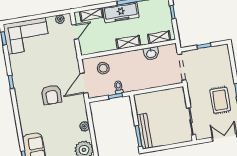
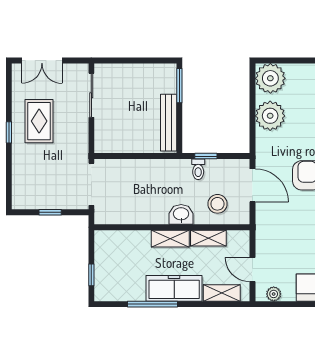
door: (75, 32) -> (252, 270), hinge flipped
shelving: (159, 37) -> (208, 238), moved
washbasin: (151, 53) -> (181, 214), moved
door: (84, 83) -> (252, 185), hinge flipped
plant: (84, 126) -> (270, 116), width x1.87, depth x1.87
bench: (144, 131) -> (169, 123), moved

